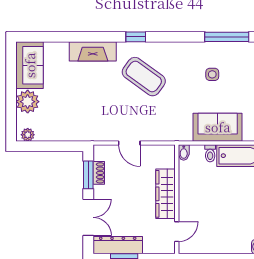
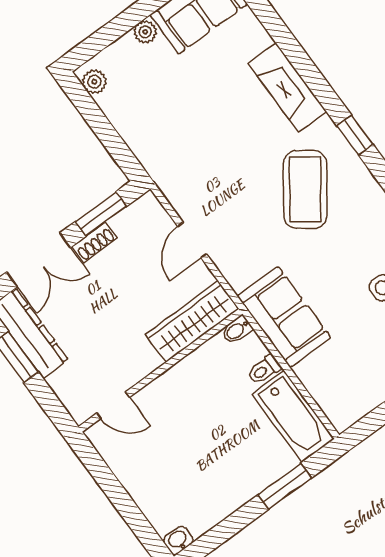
plant: (28, 102) -> (145, 32), width x0.53, depth x0.53
sofa: (218, 127) -> (284, 317), moved
shoe rack: (99, 173) -> (94, 242), moved
wardrobe: (165, 194) -> (192, 322), moved

